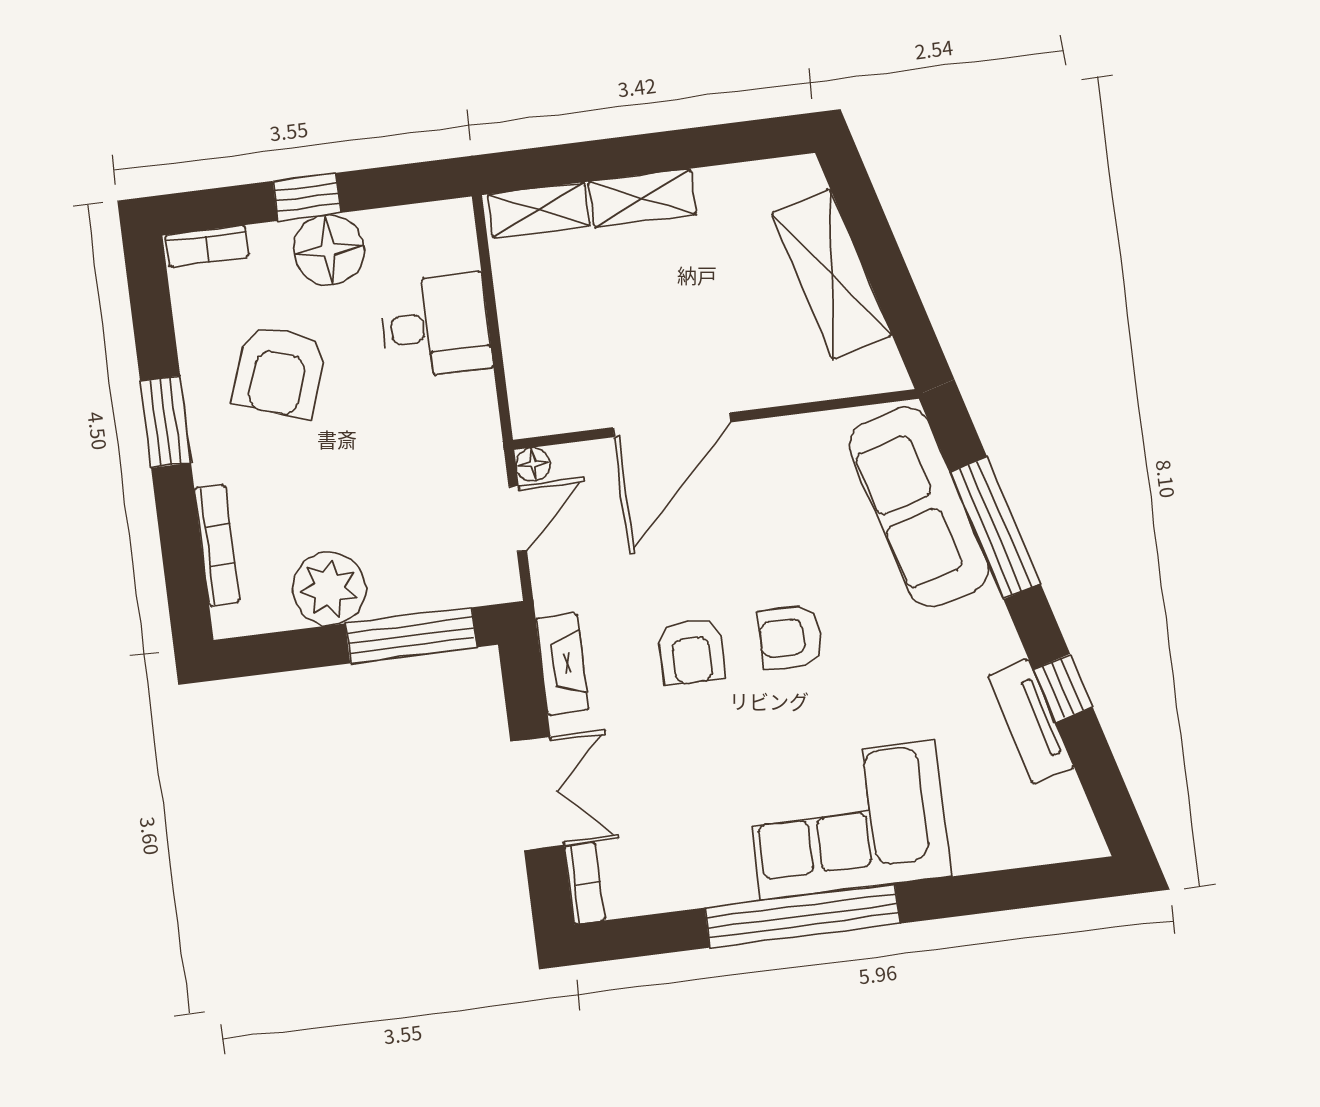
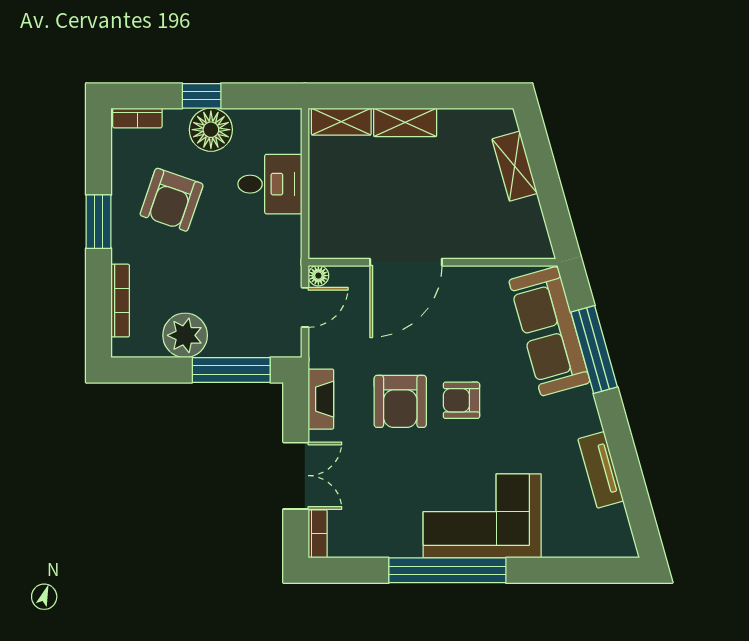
shelving: (832, 274) -> (515, 166), width x0.67, depth x0.75
armchair: (691, 652) -> (400, 401), width x1.38, depth x1.38
window: (1063, 688) -> (623, 452), removed

